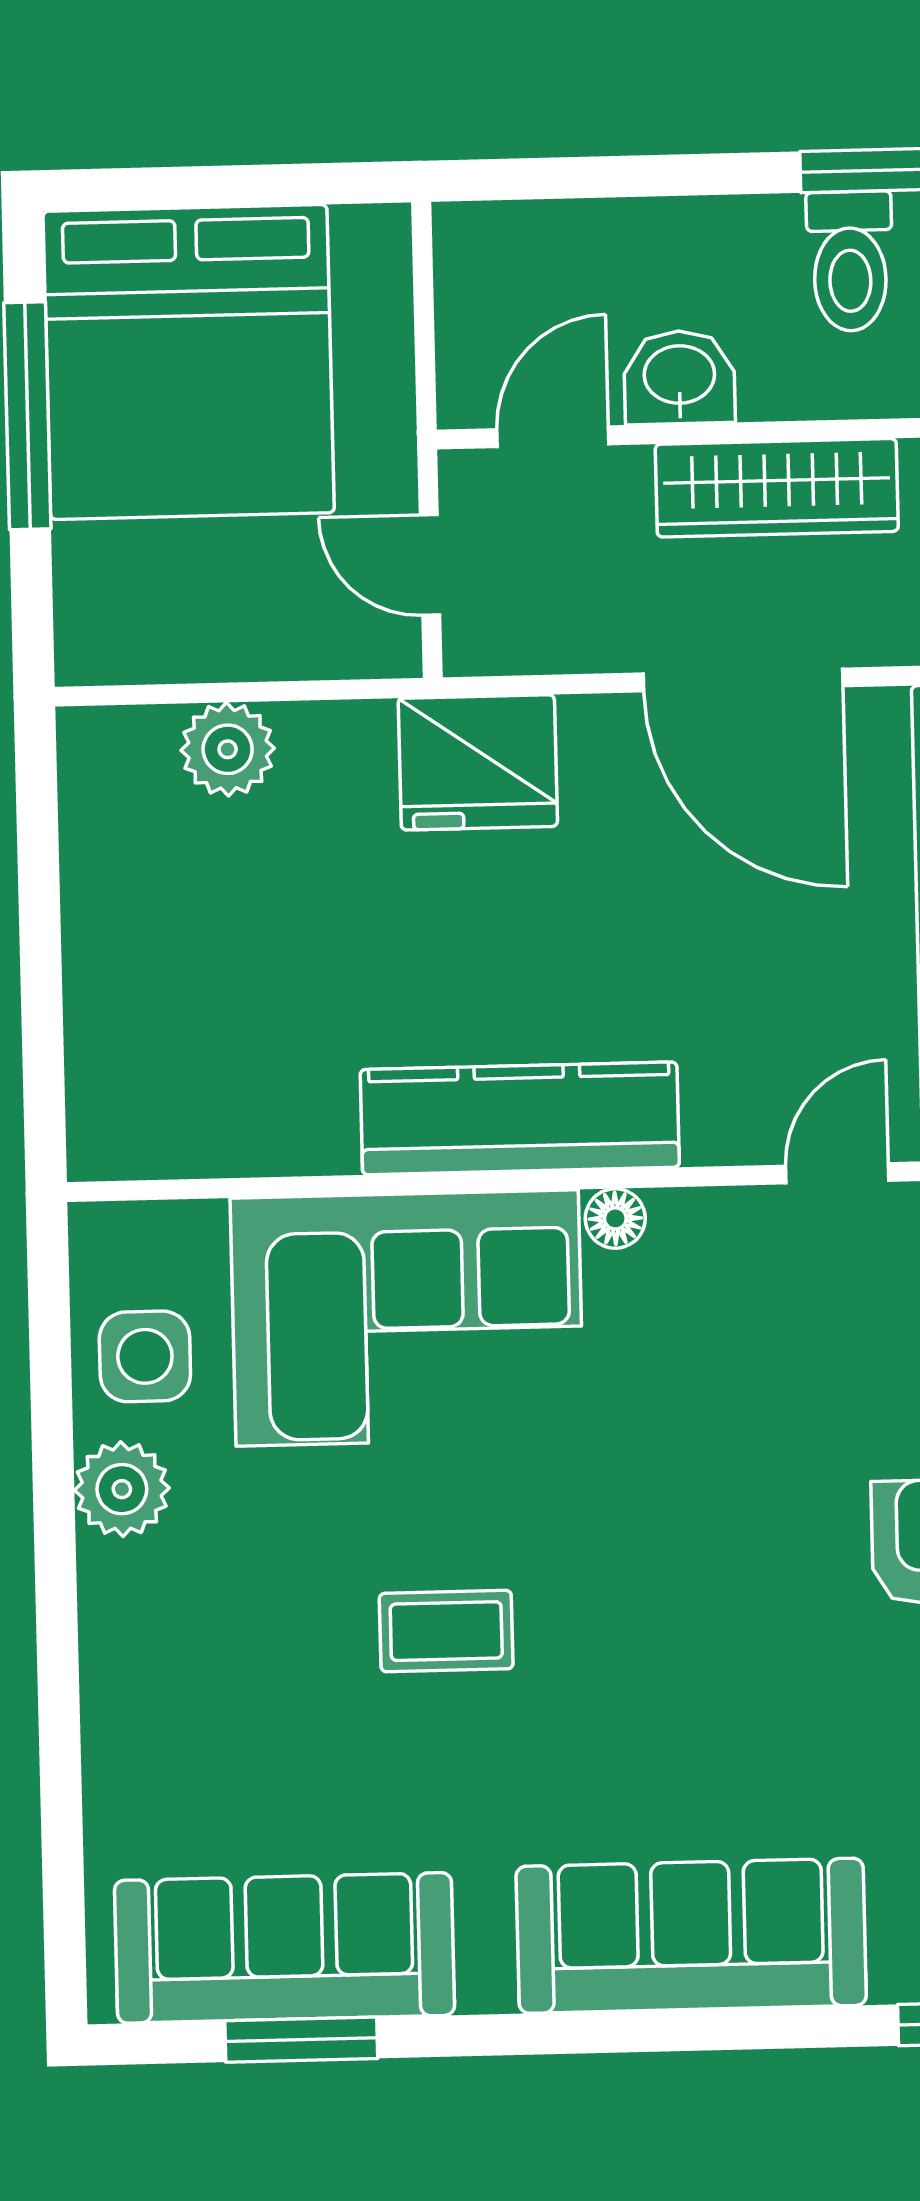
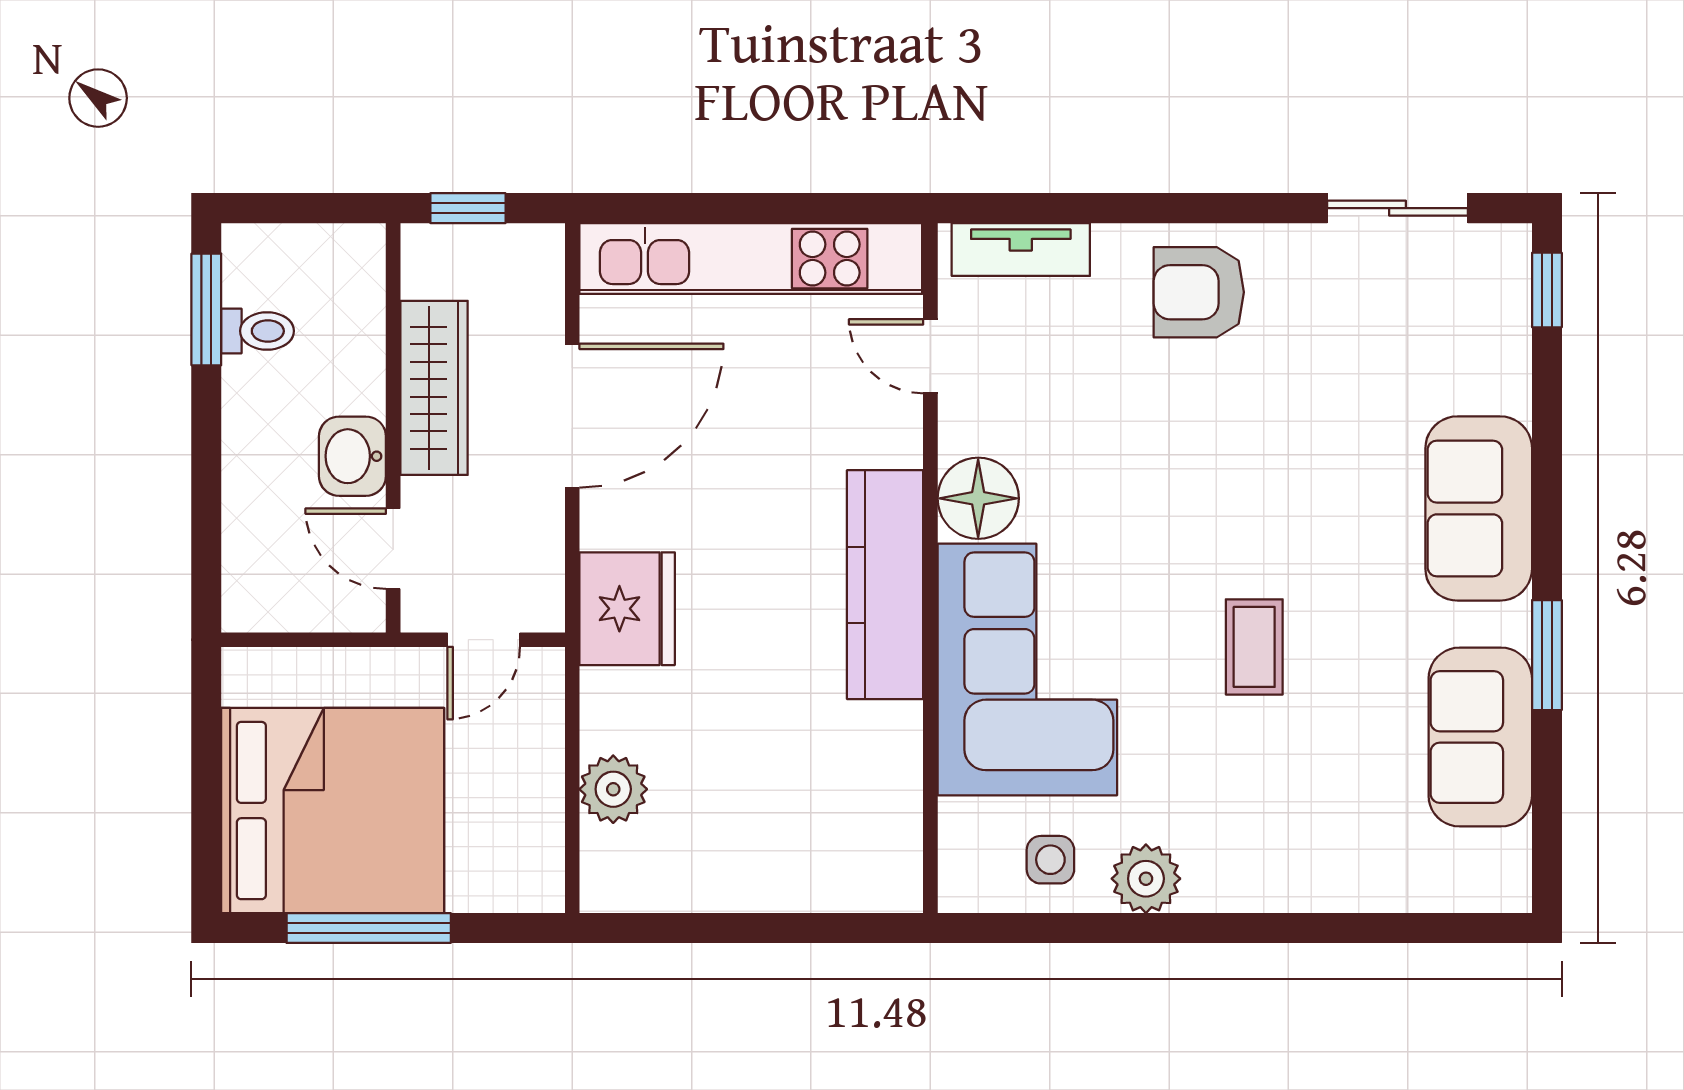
toilet: (850, 261) -> (258, 331), width x0.73, depth x0.72
floor lamp: (615, 1218) -> (978, 498), width x1.89, depth x1.89
side table: (145, 1356) -> (1050, 860), width x0.73, depth x0.73
sofa: (691, 1936) -> (1479, 508), width x0.73
sofa: (285, 1948) -> (1480, 737), width x0.73
window: (301, 2040) -> (1547, 655), moved

